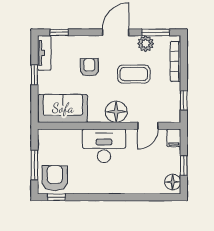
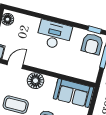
desk: (104, 146) -> (54, 35), moved, turned 180

